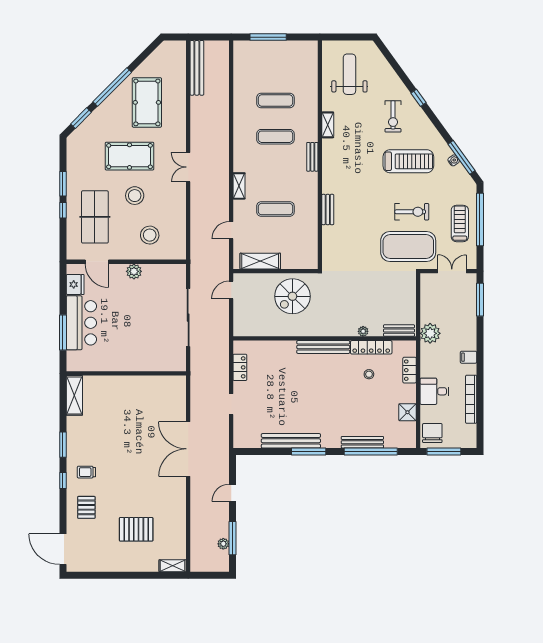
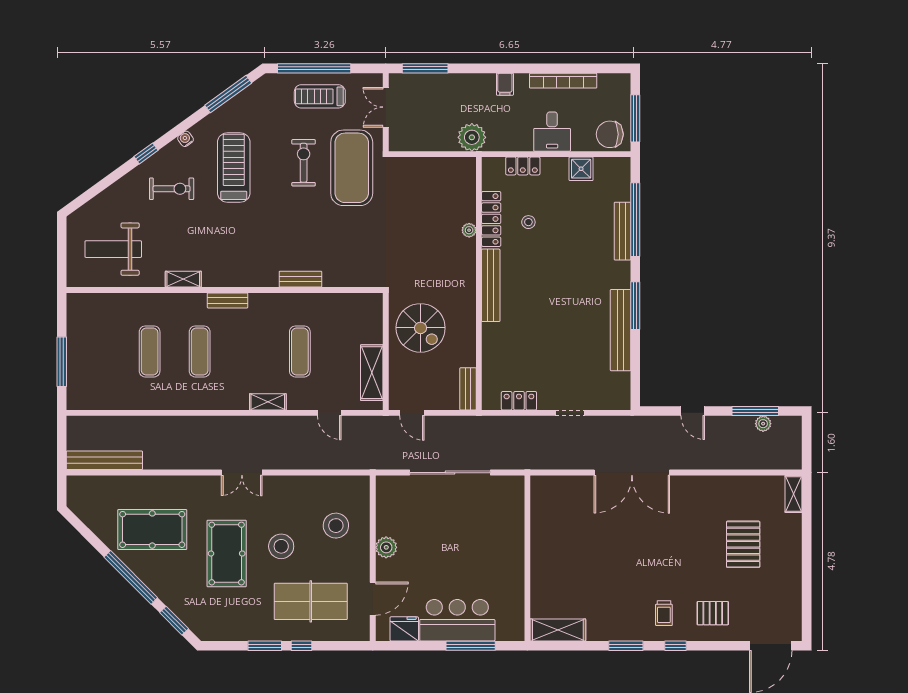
water cooler: (454, 160) -> (186, 139), moved
bench: (399, 331) -> (468, 389), moved

